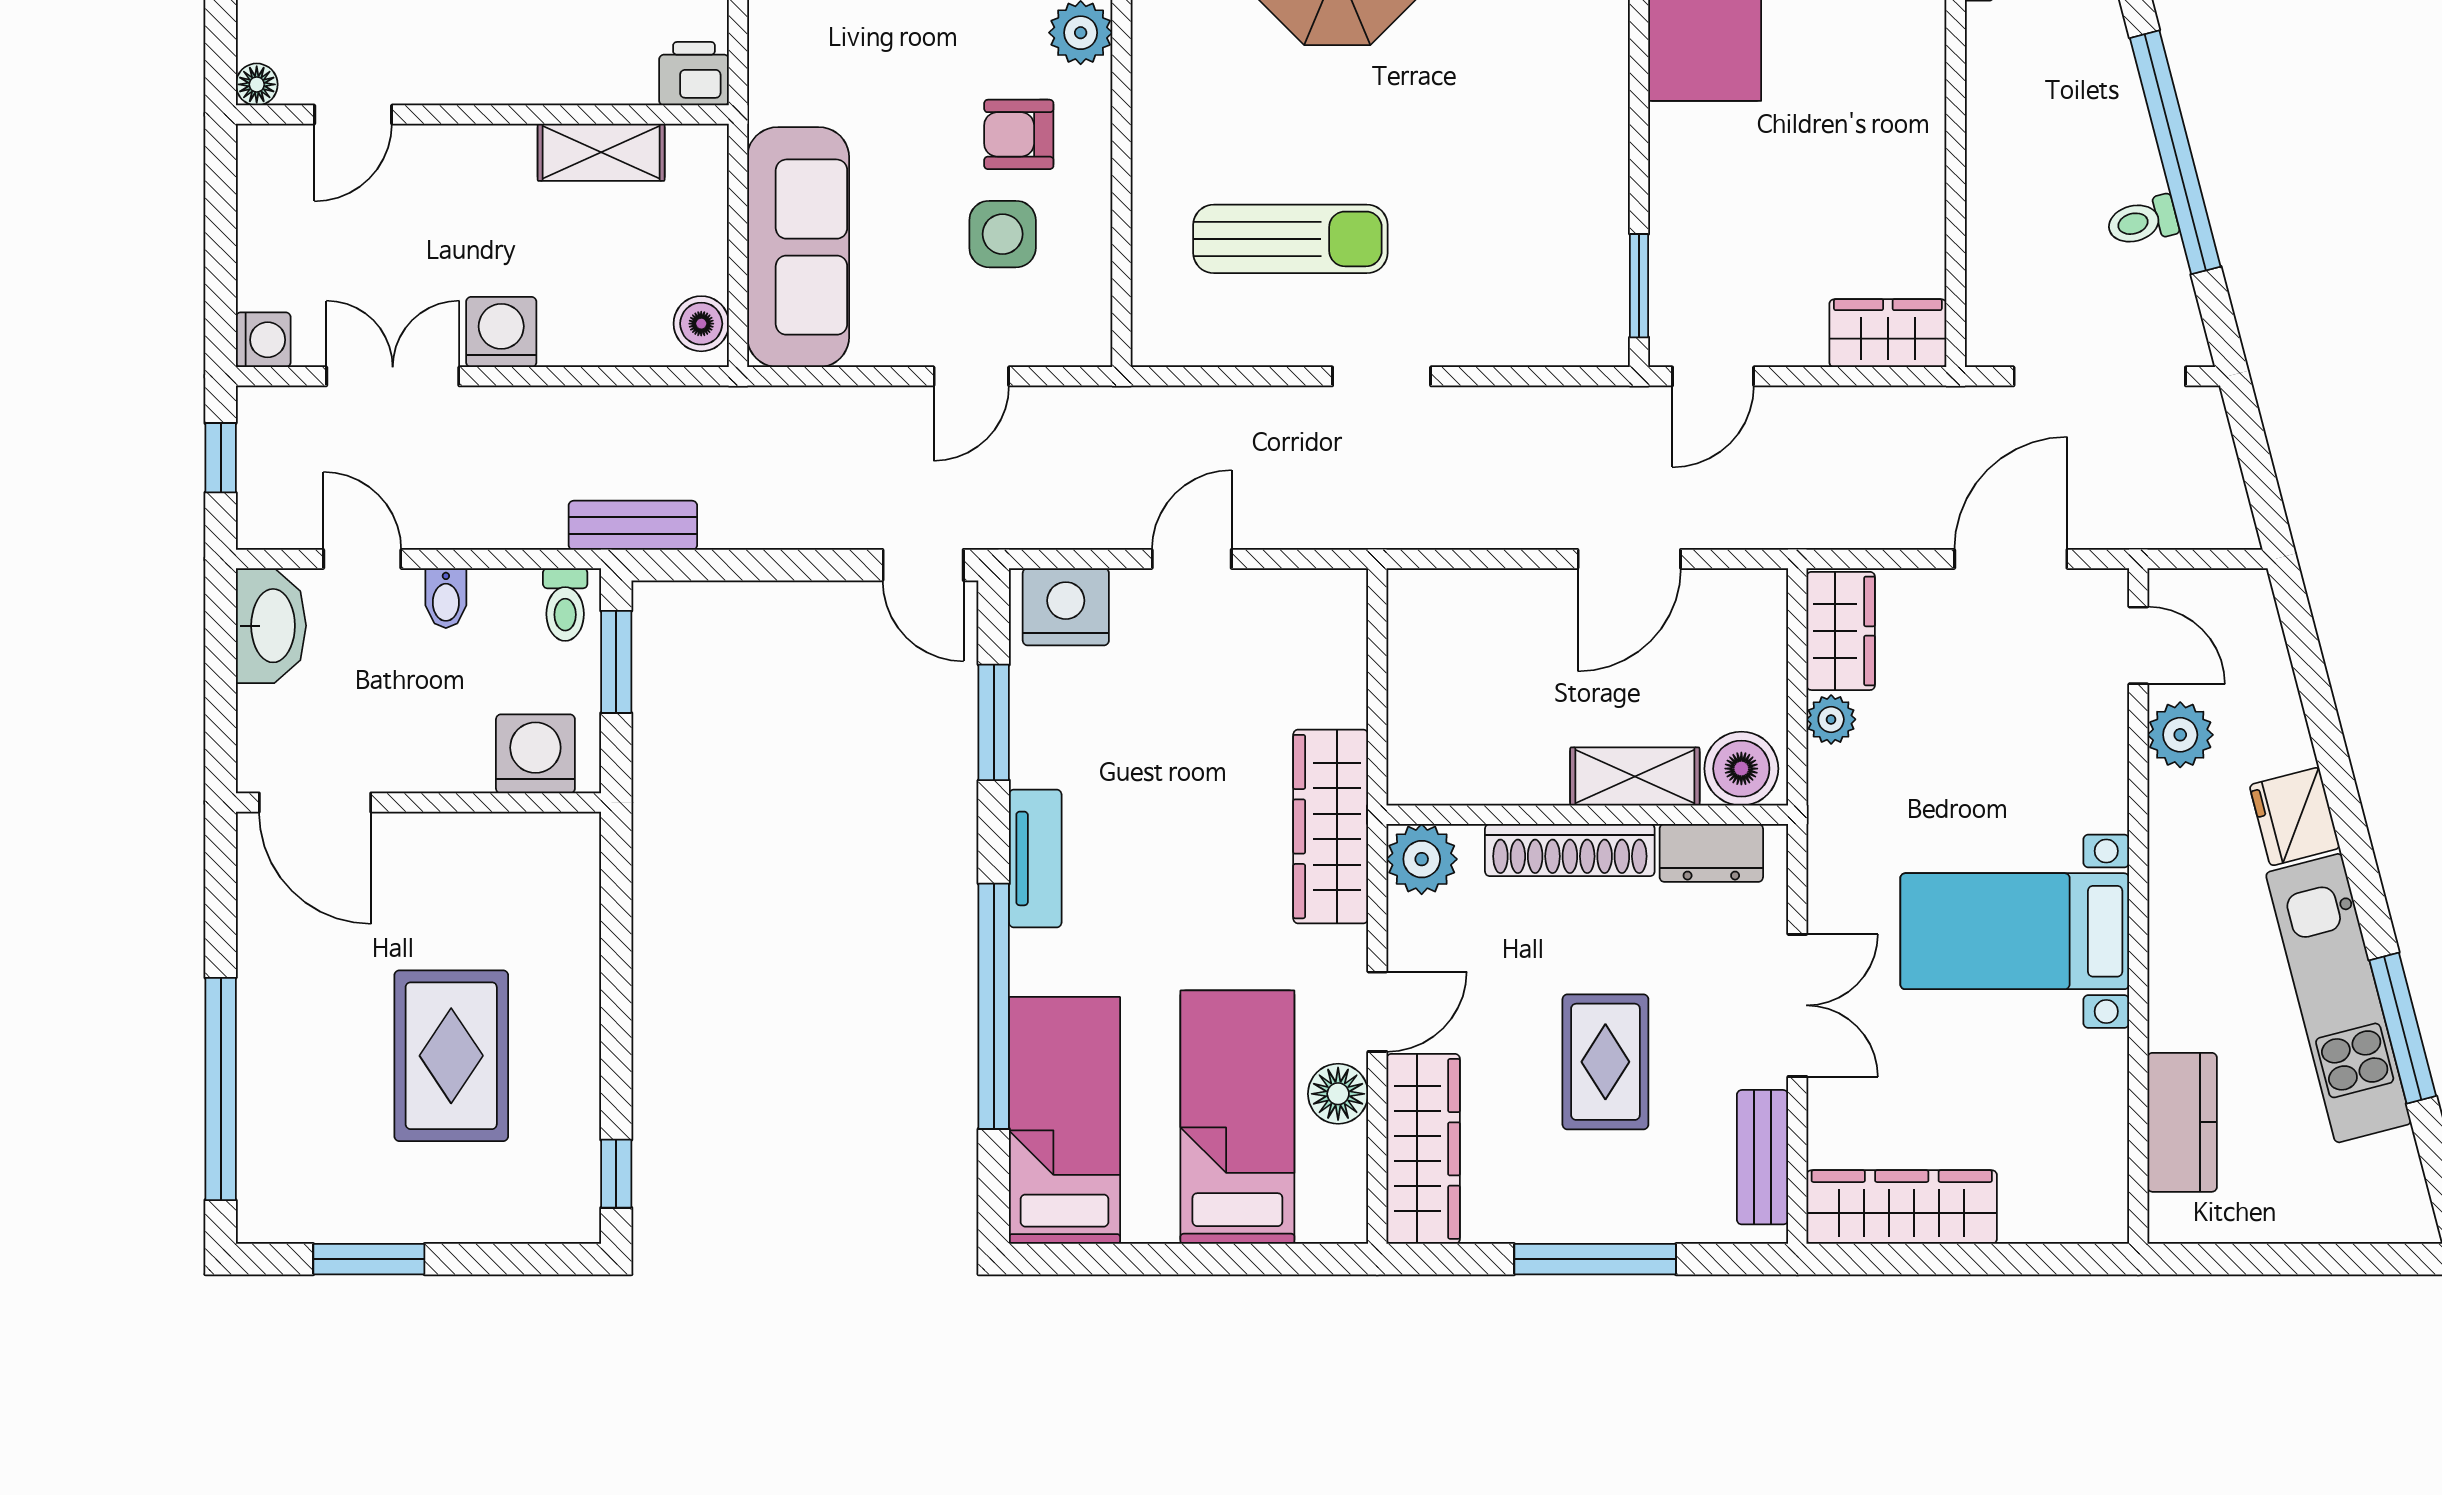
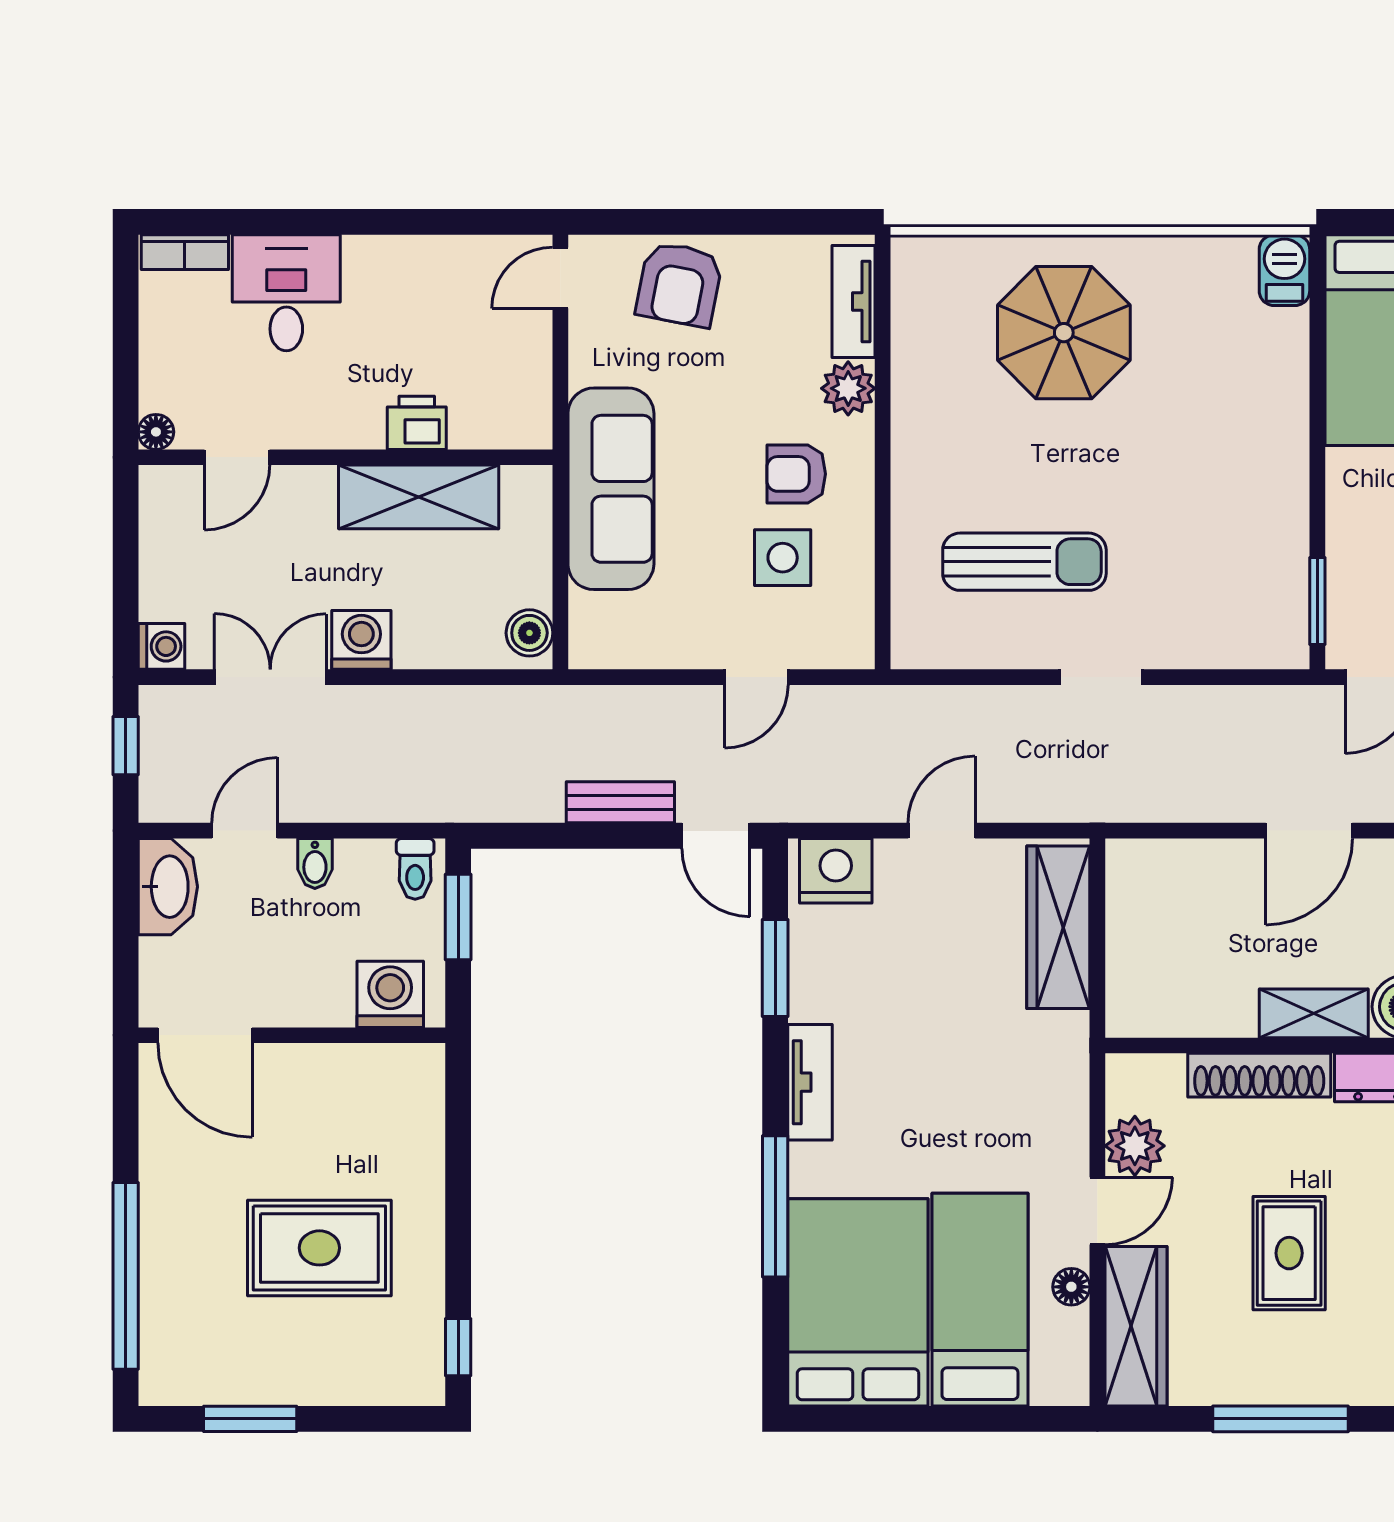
printer: (694, 74) -> (417, 423), moved
shelving: (601, 152) -> (419, 497), width x1.50, depth x1.33
sofa: (798, 247) -> (611, 489), moved
bench: (633, 525) -> (620, 802), moved
door: (362, 559) -> (245, 831), hinge flipped
wardrobe: (1331, 827) -> (1058, 927), moved
plant: (1422, 859) -> (1135, 1146), moved
window: (994, 1006) -> (775, 1206), width x0.68
rug: (451, 1056) -> (319, 1248), turned 90
floor lamp: (1338, 1094) -> (1071, 1287), width x0.73, depth x0.73
bed: (1064, 1120) -> (858, 1302), width x1.50

